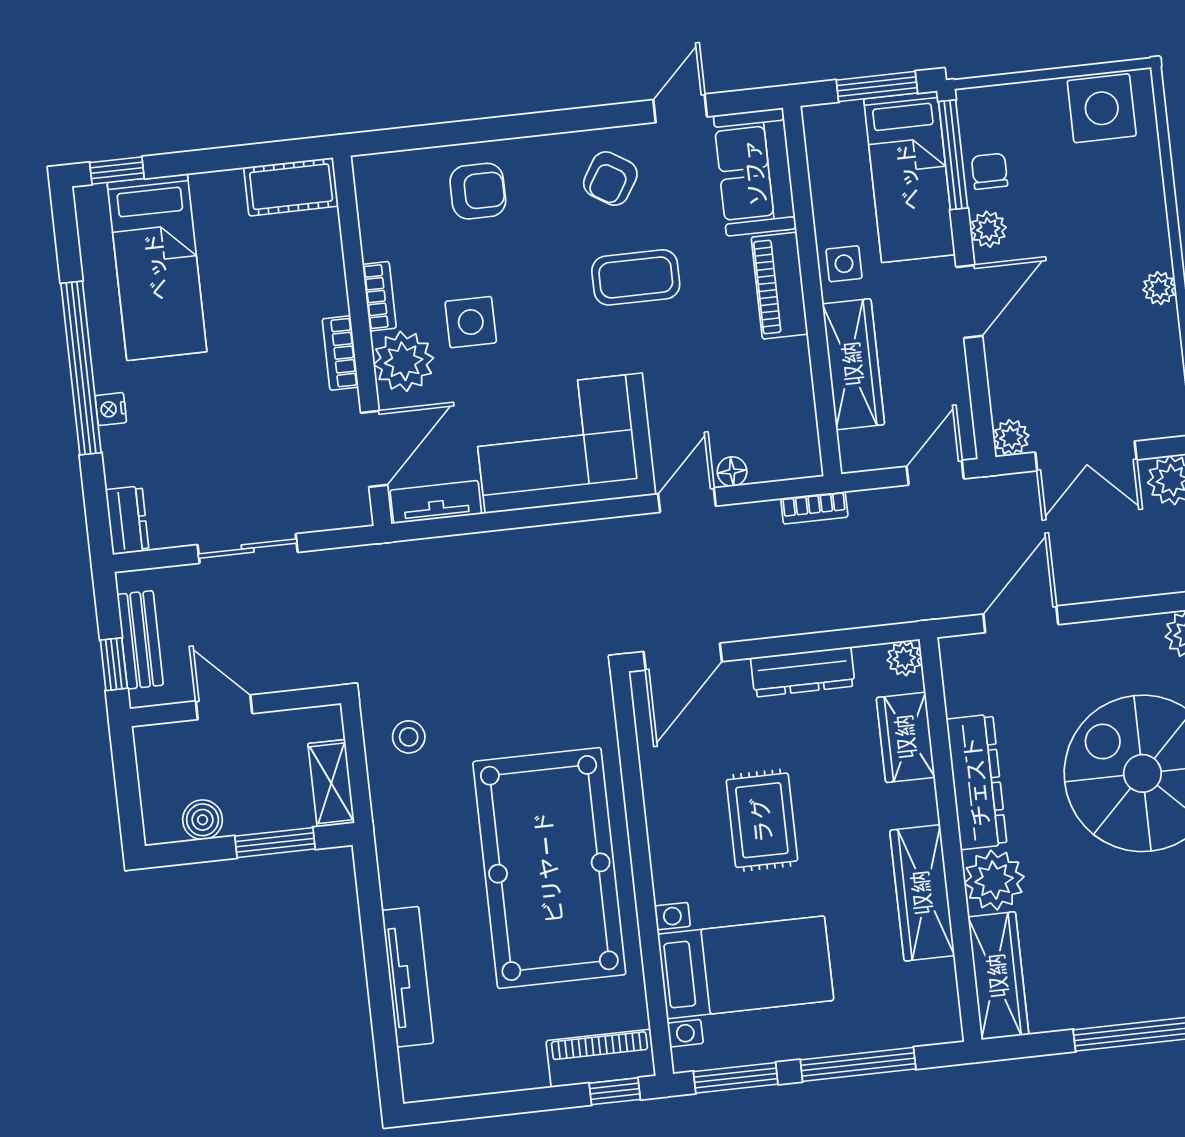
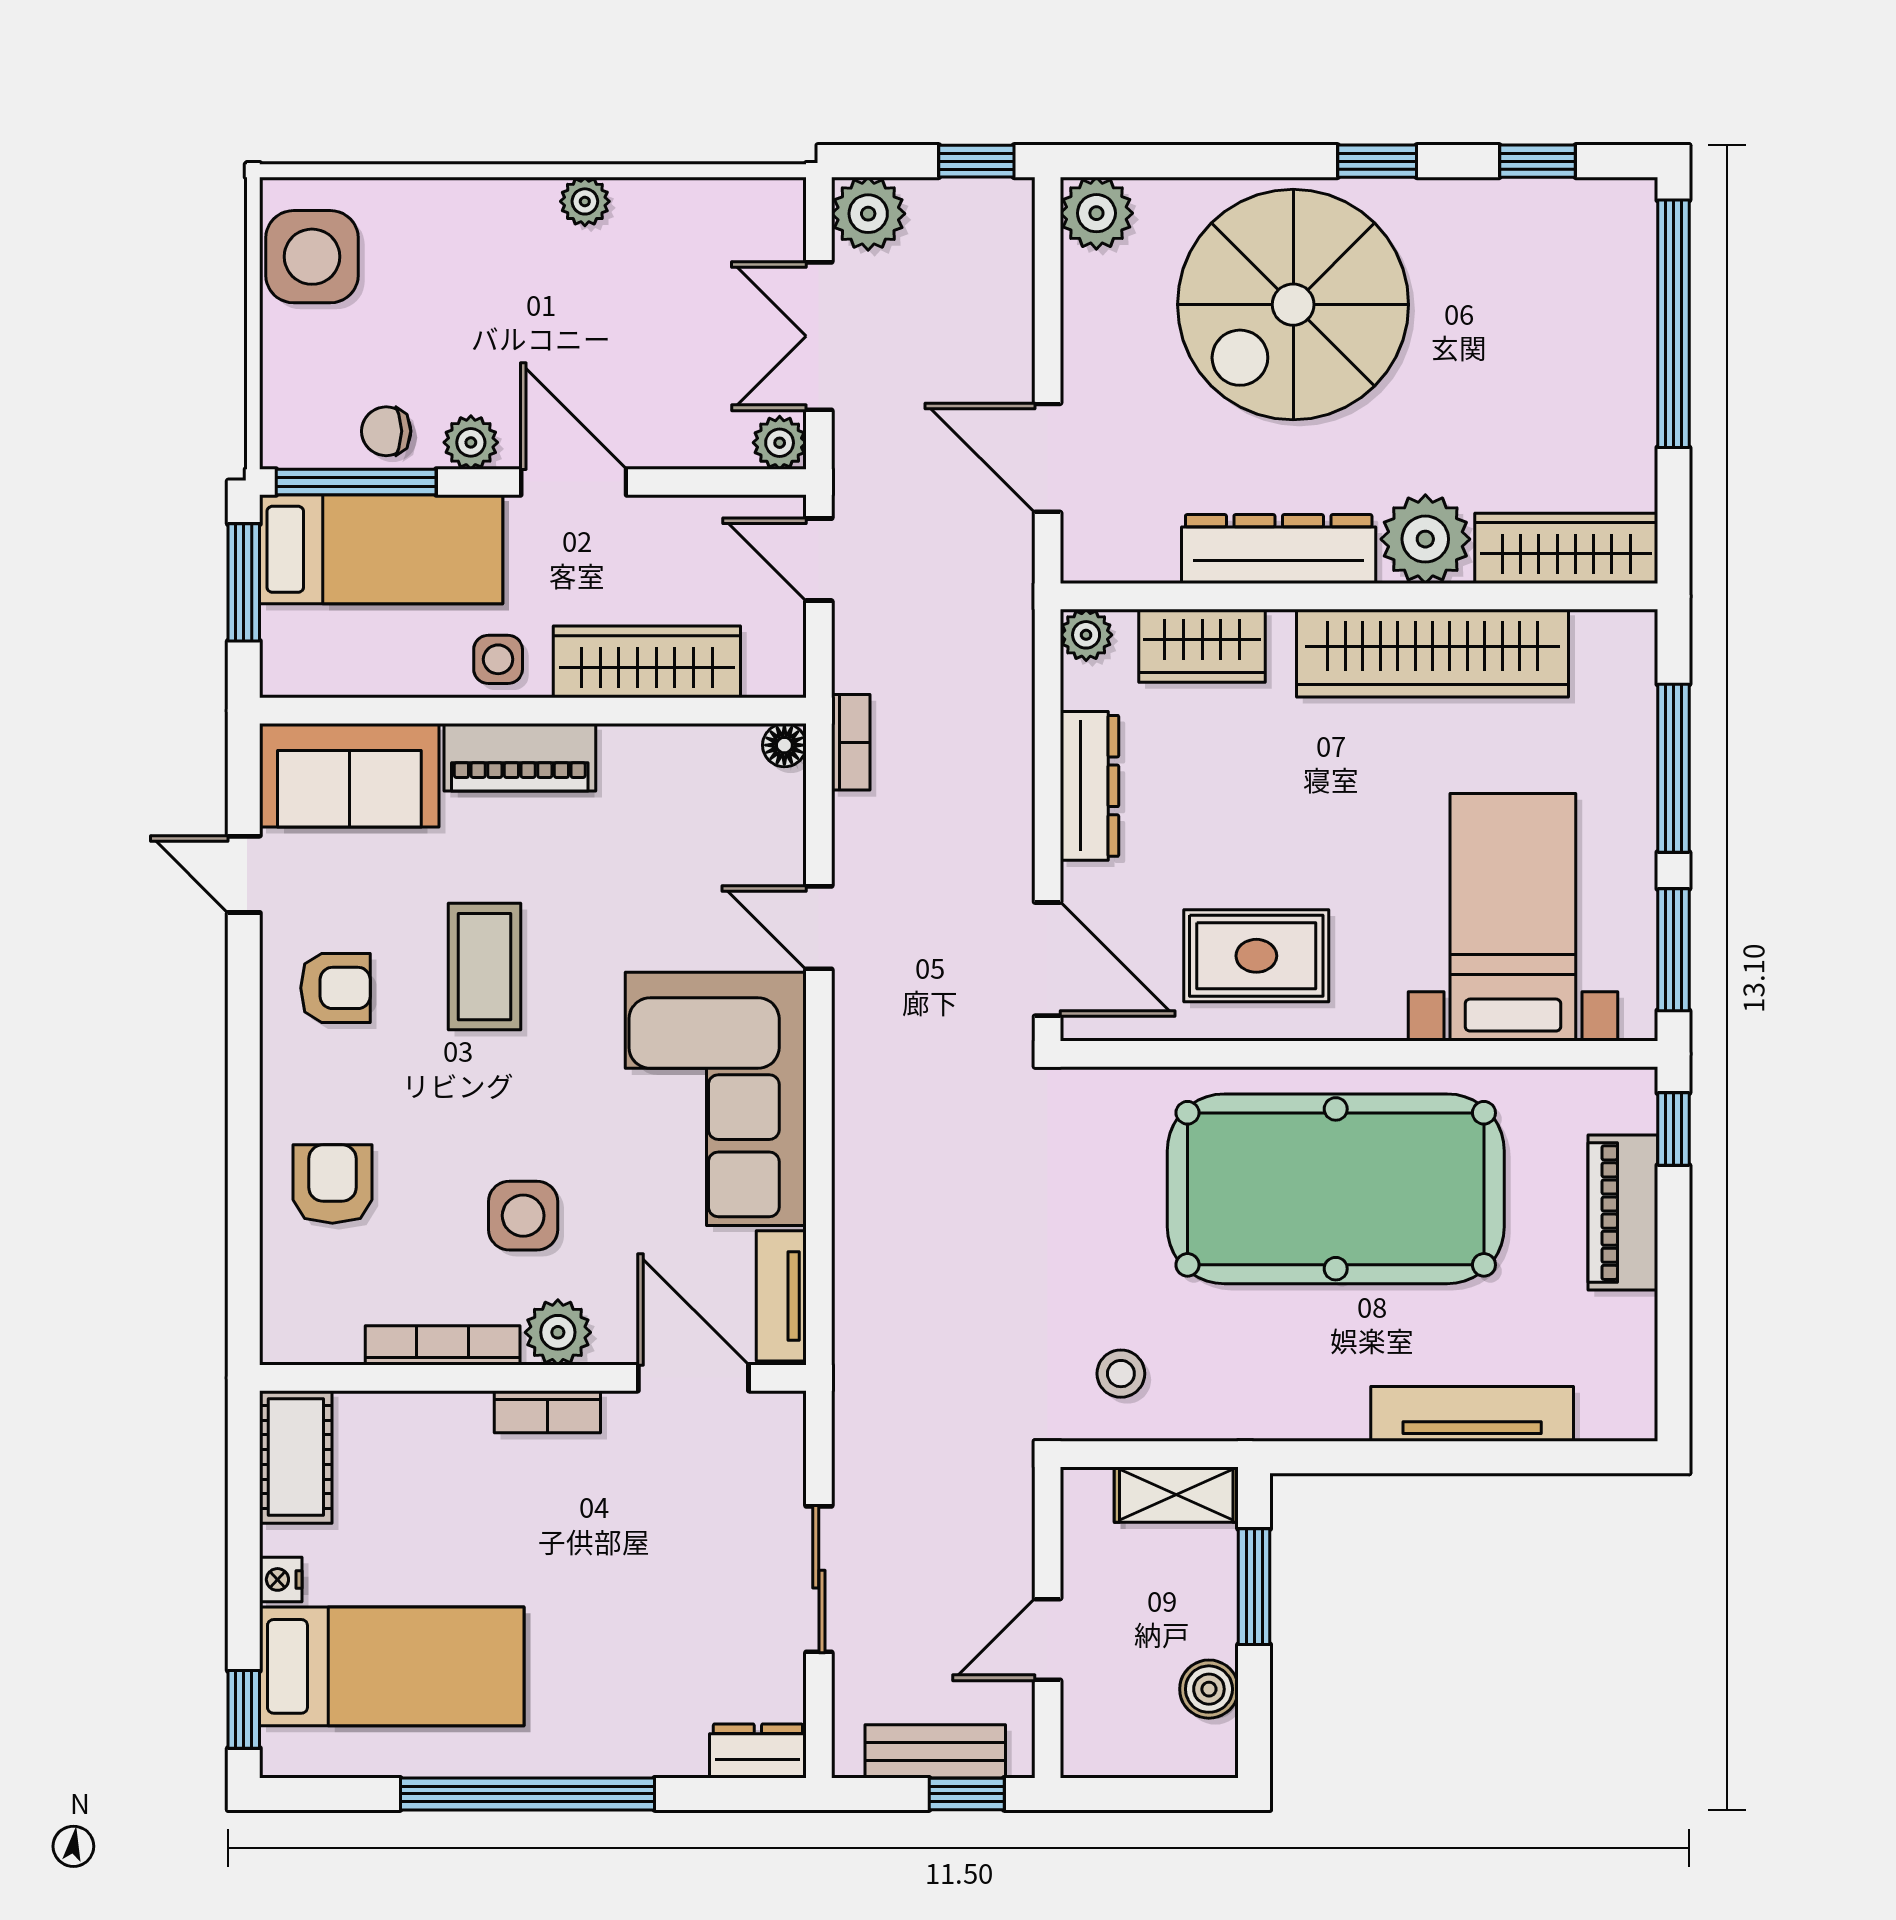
armchair: (610, 179) -> (335, 988), turned -32
bookcase: (379, 296) -> (443, 1345), width x1.56
plant: (404, 361) -> (558, 1332), width x0.73, depth x0.73
nightstand: (111, 409) -> (281, 1579), moved, turned 90
double door: (1086, 456) -> (819, 336), swing flipped
floor lamp: (732, 472) -> (784, 745), moved
rug: (762, 820) -> (1256, 956), moved
wardrobe: (922, 893) -> (1433, 653), width x1.40, depth x1.17
piano: (601, 1058) -> (1623, 1213), moved

